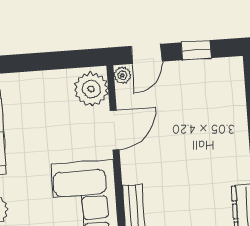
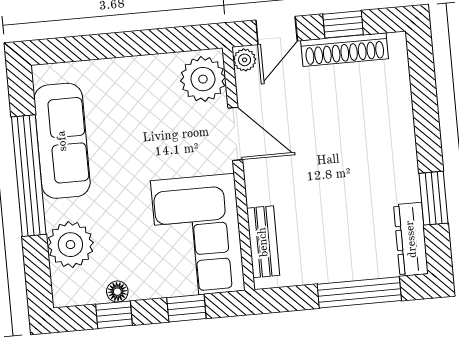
shoe rack: (197, 69) -> (344, 50), added
door: (115, 130) -> (235, 134), hinge flipped

